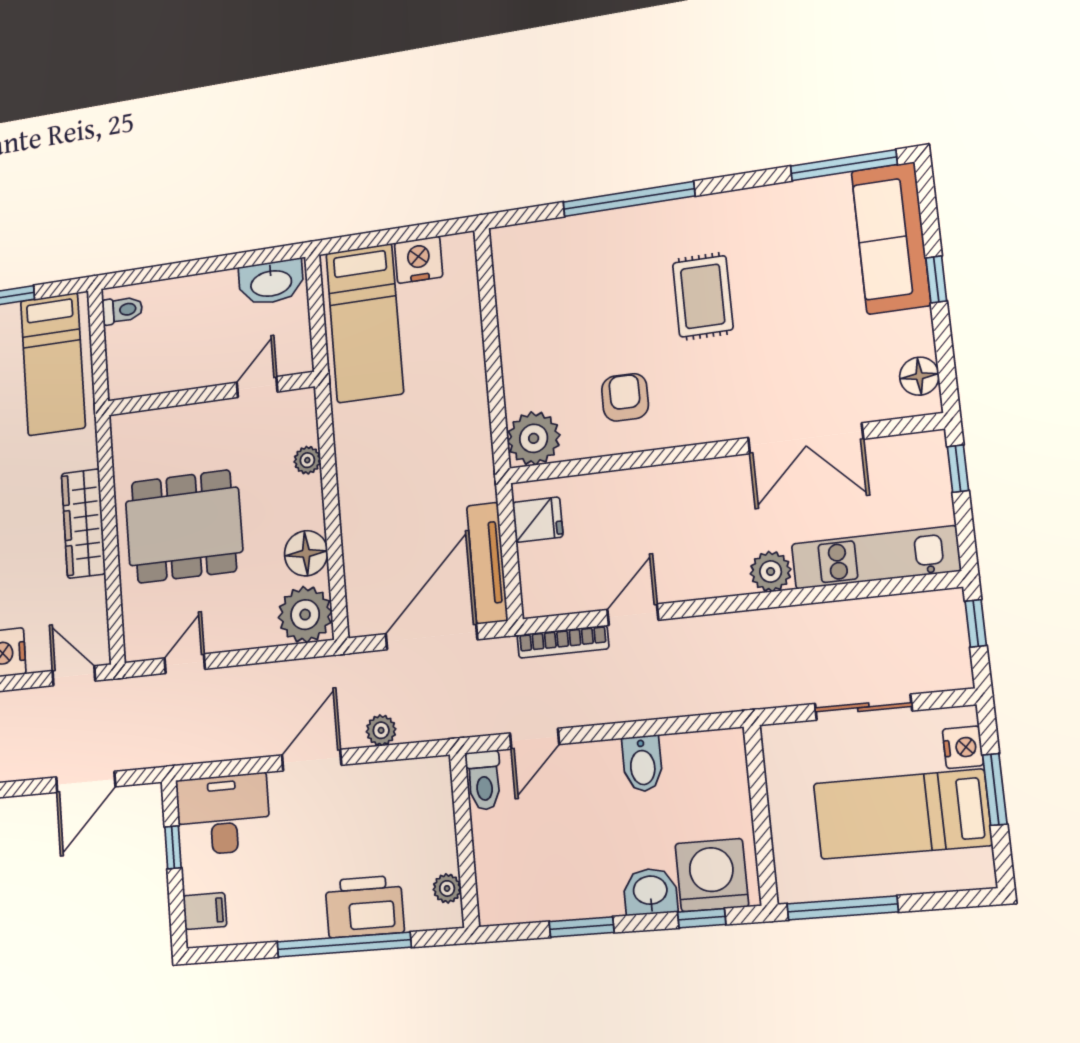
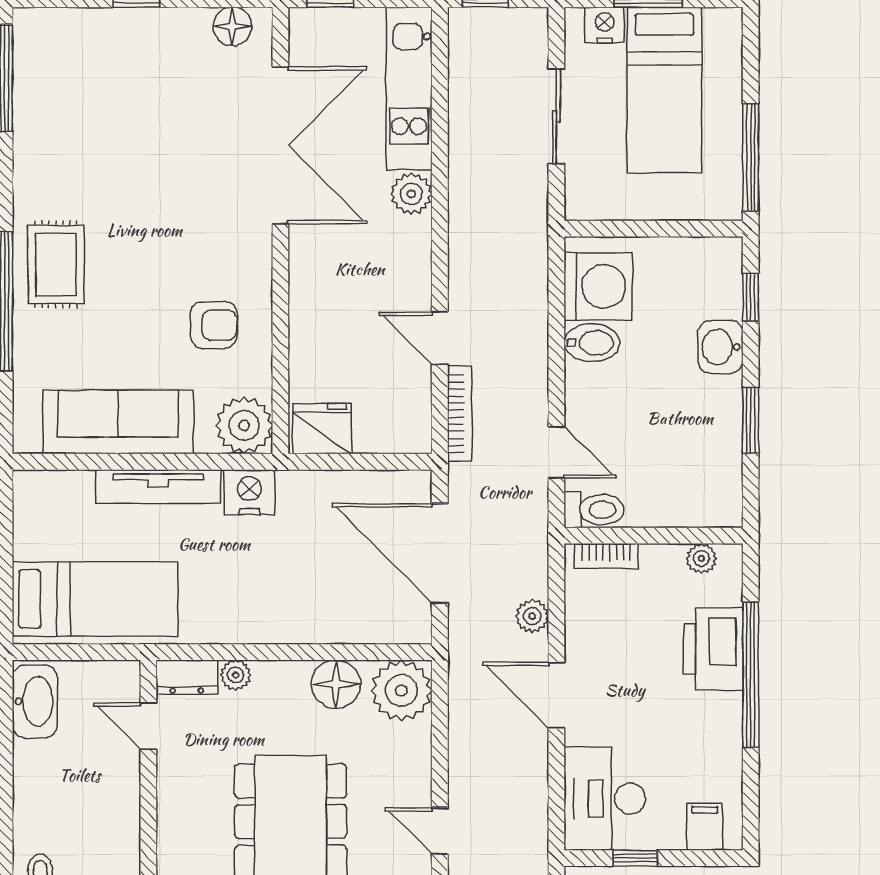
sofa: (891, 238) -> (118, 422), moved, turned 180
nightstand: (419, 260) -> (250, 492), moved, turned 90
rug: (703, 296) -> (56, 264), moved, turned 90
armchair: (625, 397) -> (214, 325), turned 180
dresser: (302, 416) -> (187, 677), added
double door: (805, 438) -> (280, 145), width x1.36
fridge: (538, 520) -> (322, 429), width x1.38
tv unit: (487, 563) -> (158, 486), moved
bookcase: (442, 796) -> (606, 556), added
washing machine: (712, 875) -> (598, 286), moved, turned 180

